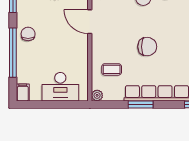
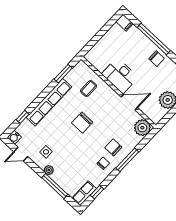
desk: (60, 87) -> (120, 76), moved, turned -90
plant: (97, 95) -> (81, 65), removed
window: (141, 104) -> (63, 74), moved

